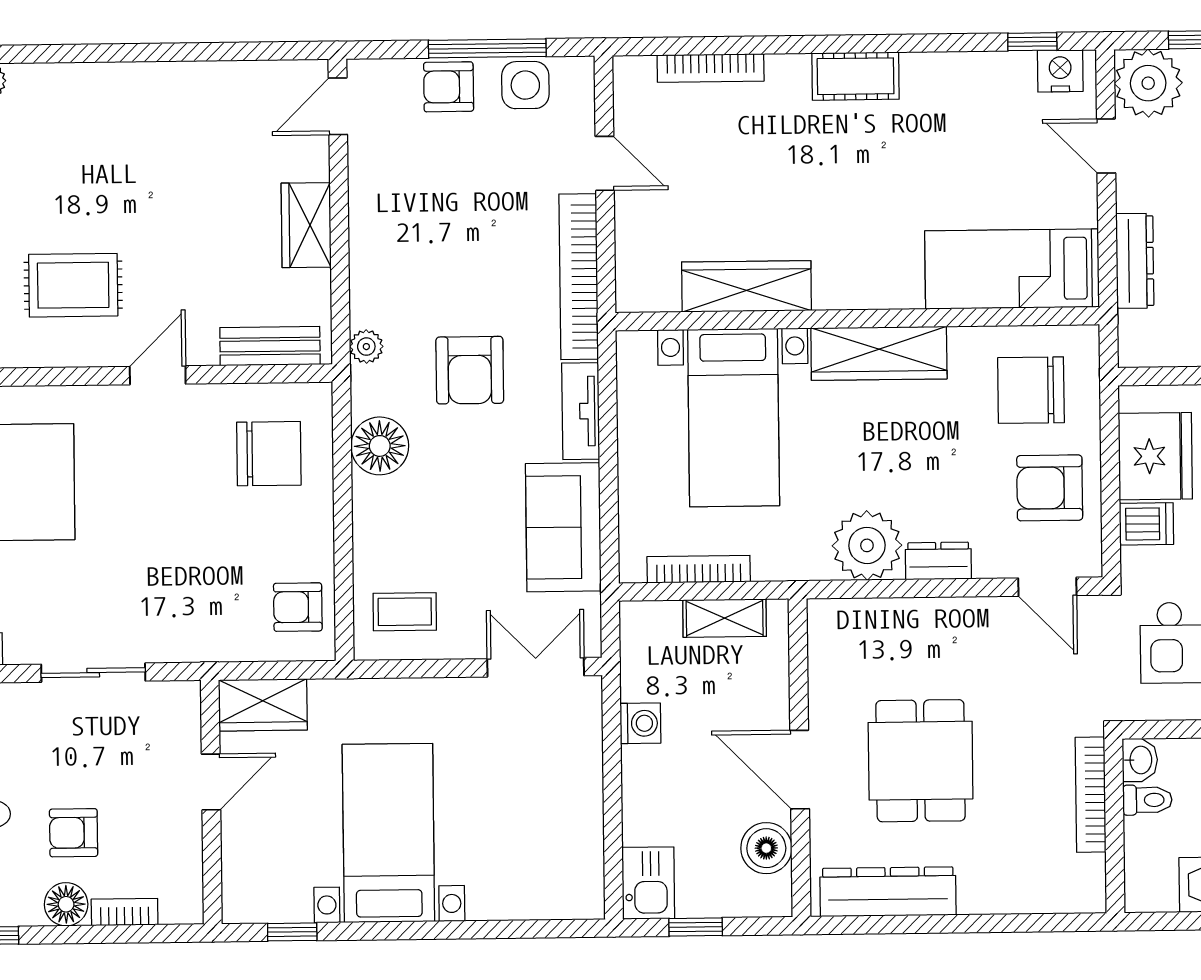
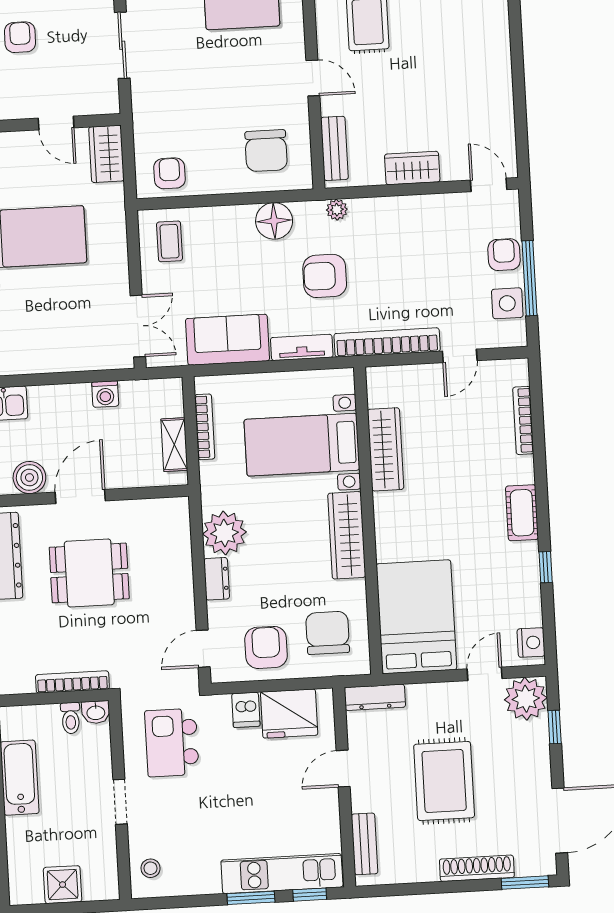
window: (1032, 42) -> (546, 567), moved
dresser: (1135, 261) -> (375, 697), moved
bed: (1012, 269) -> (416, 617), width x1.50

